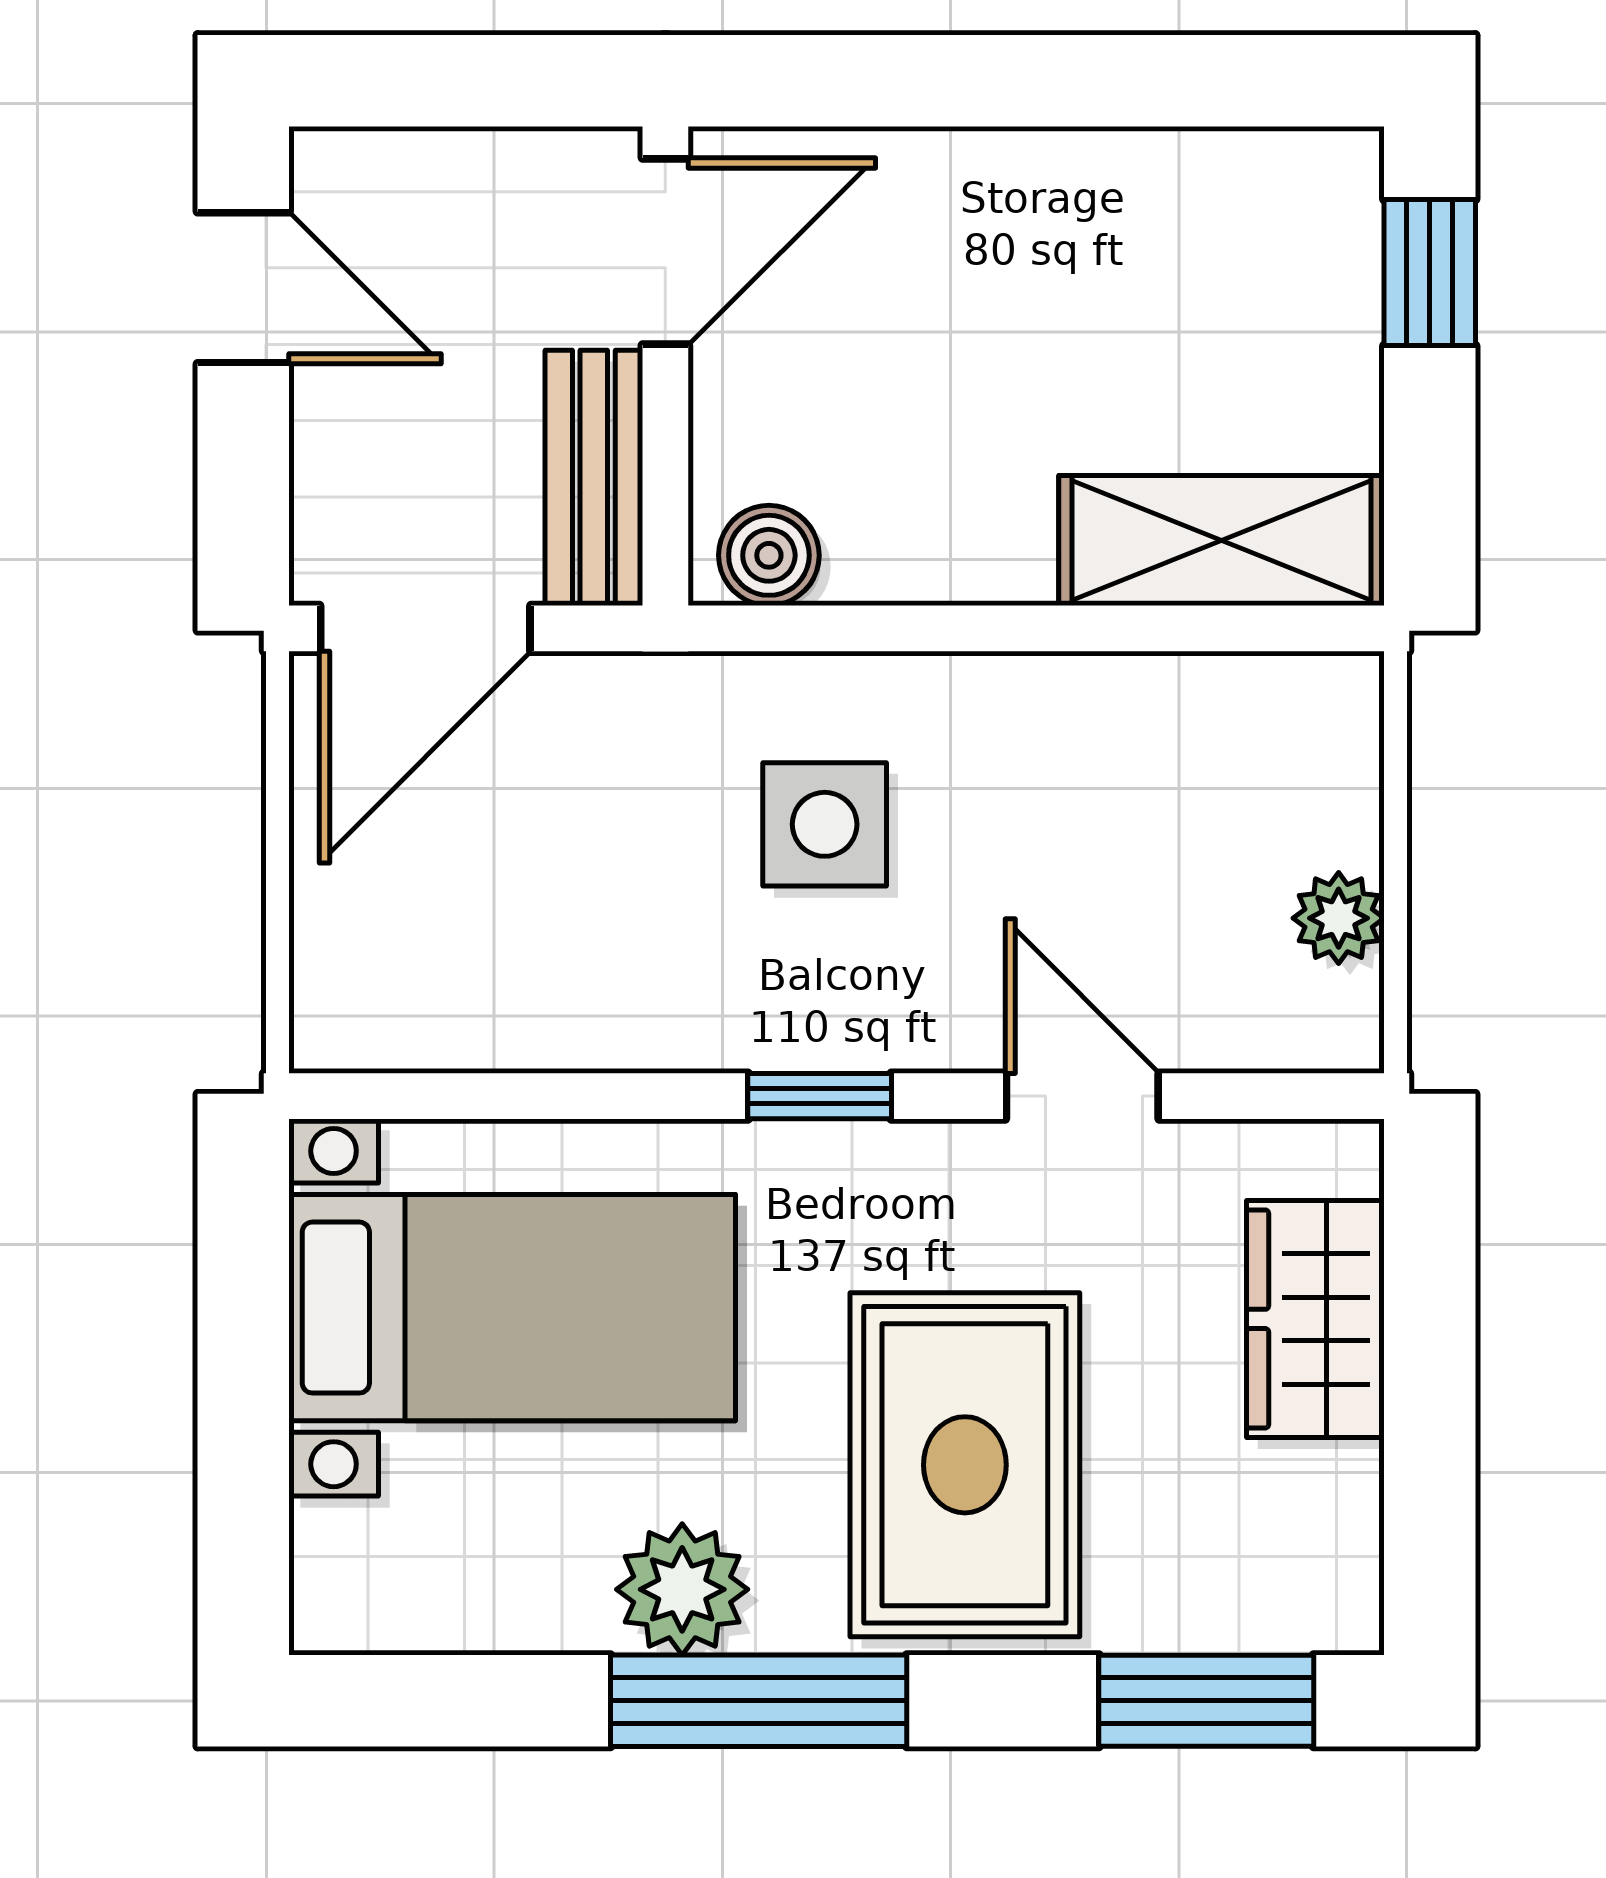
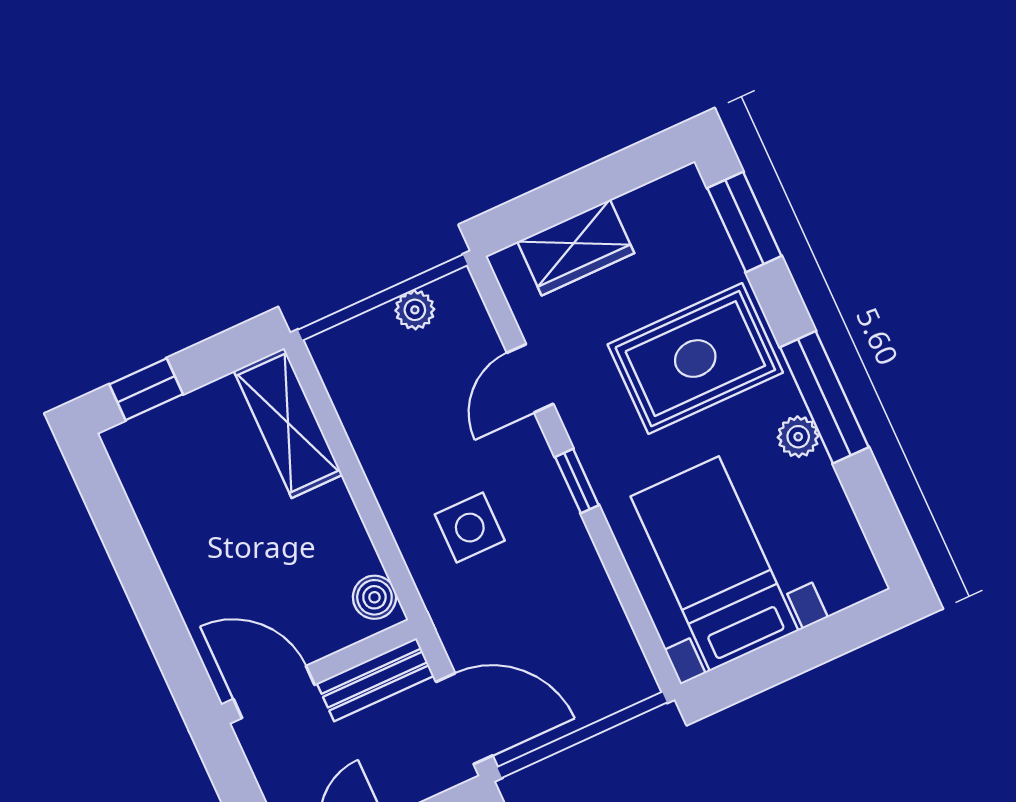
plant: (682, 1589) -> (798, 437), width x0.73, depth x0.73

